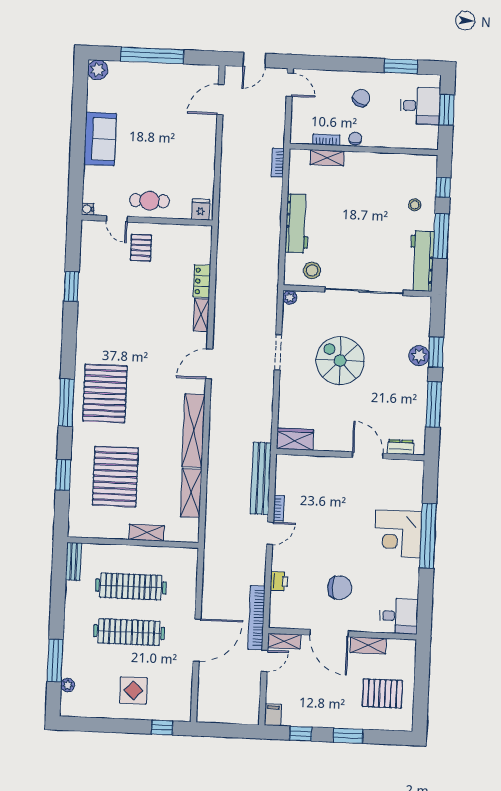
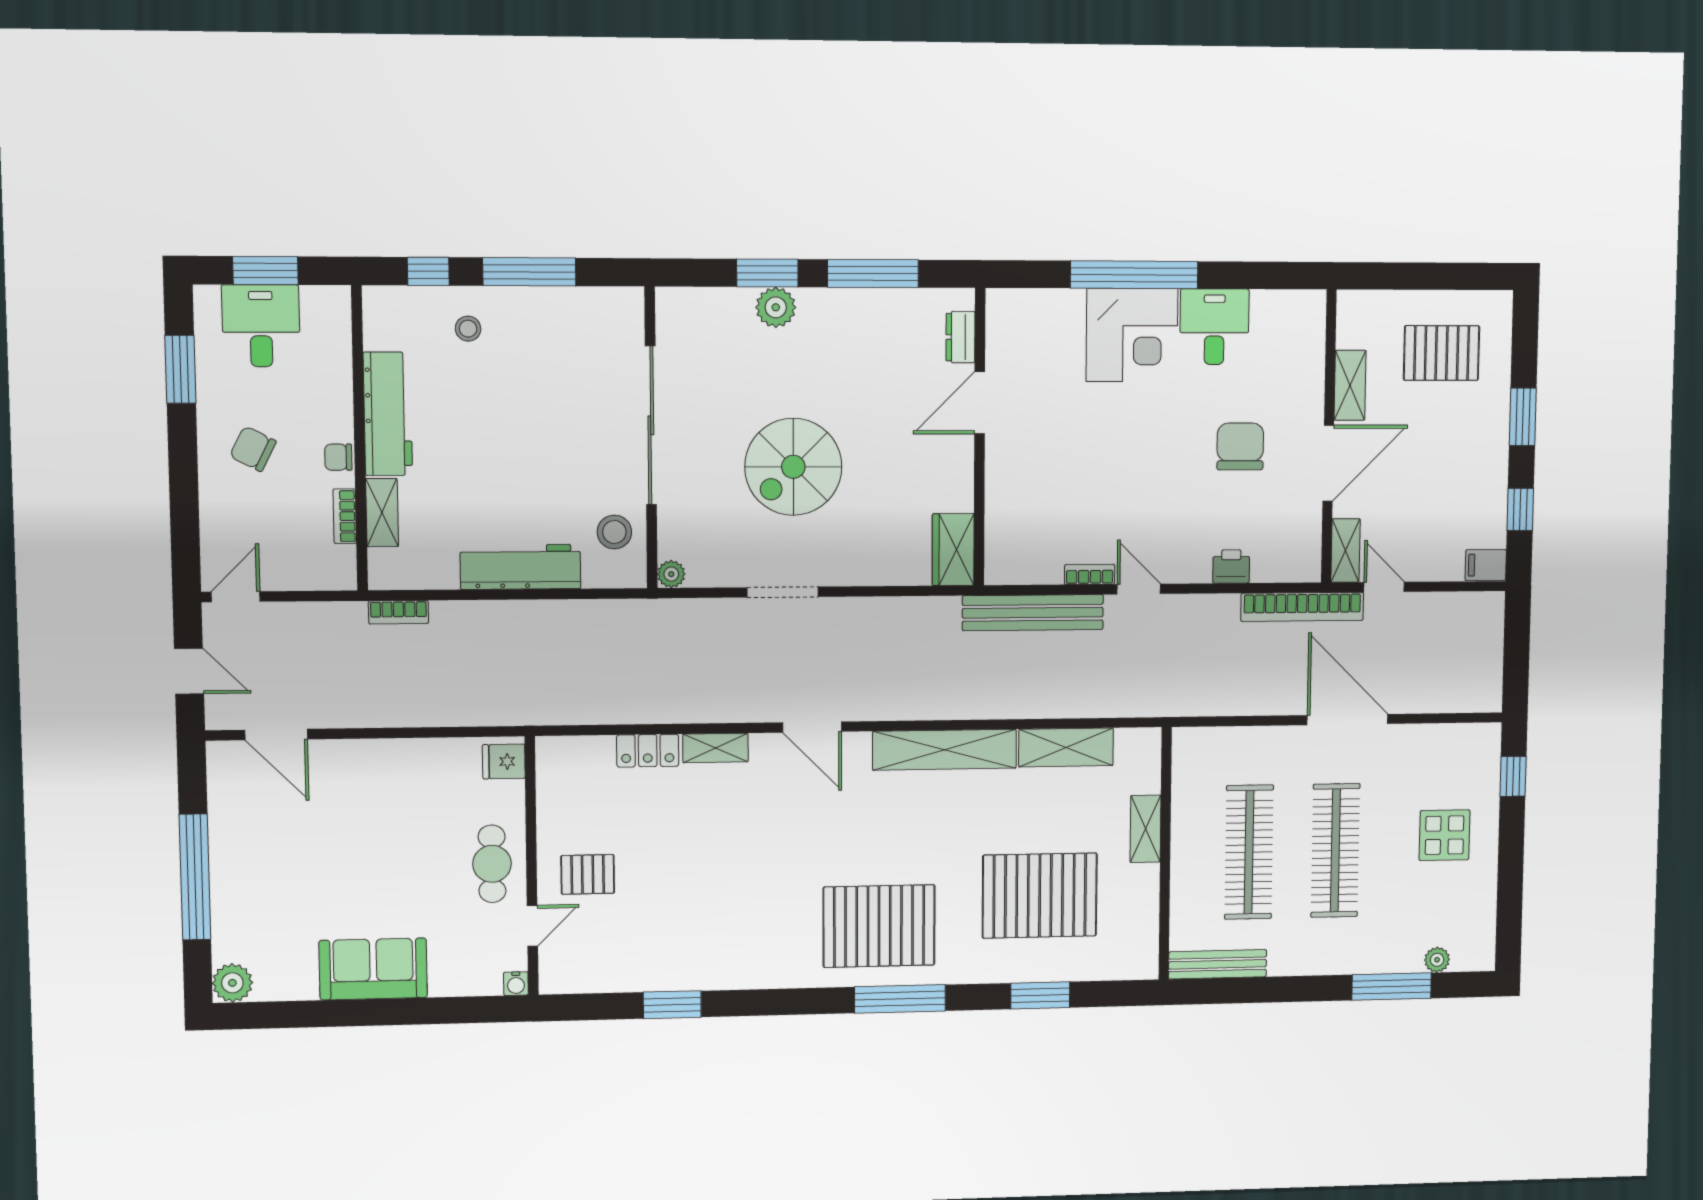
workbench: (422, 261) -> (388, 414), moved, turned -90
bench: (73, 561) -> (1218, 964), width x1.36
desk: (399, 616) -> (1214, 327), moved
pallet: (382, 693) -> (1442, 353), turned 90

